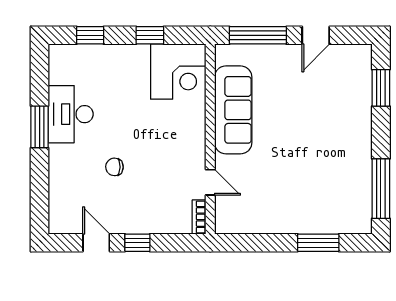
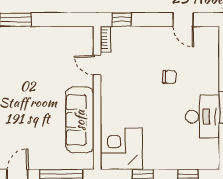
window: (137, 243) -> (122, 20), moved

